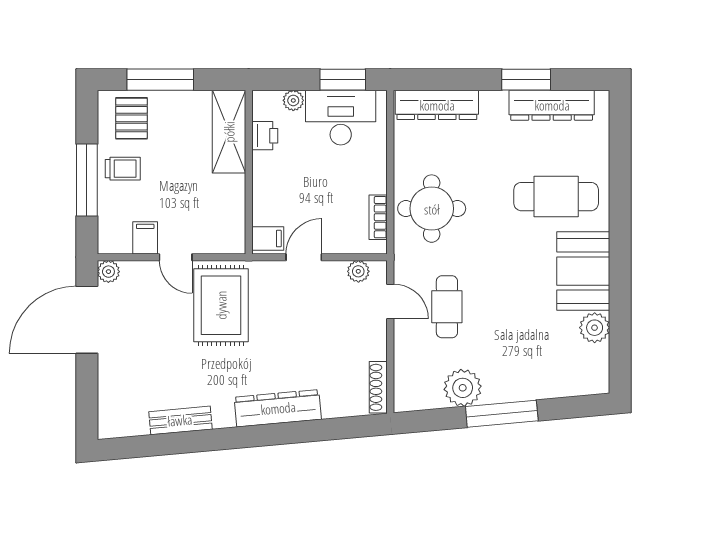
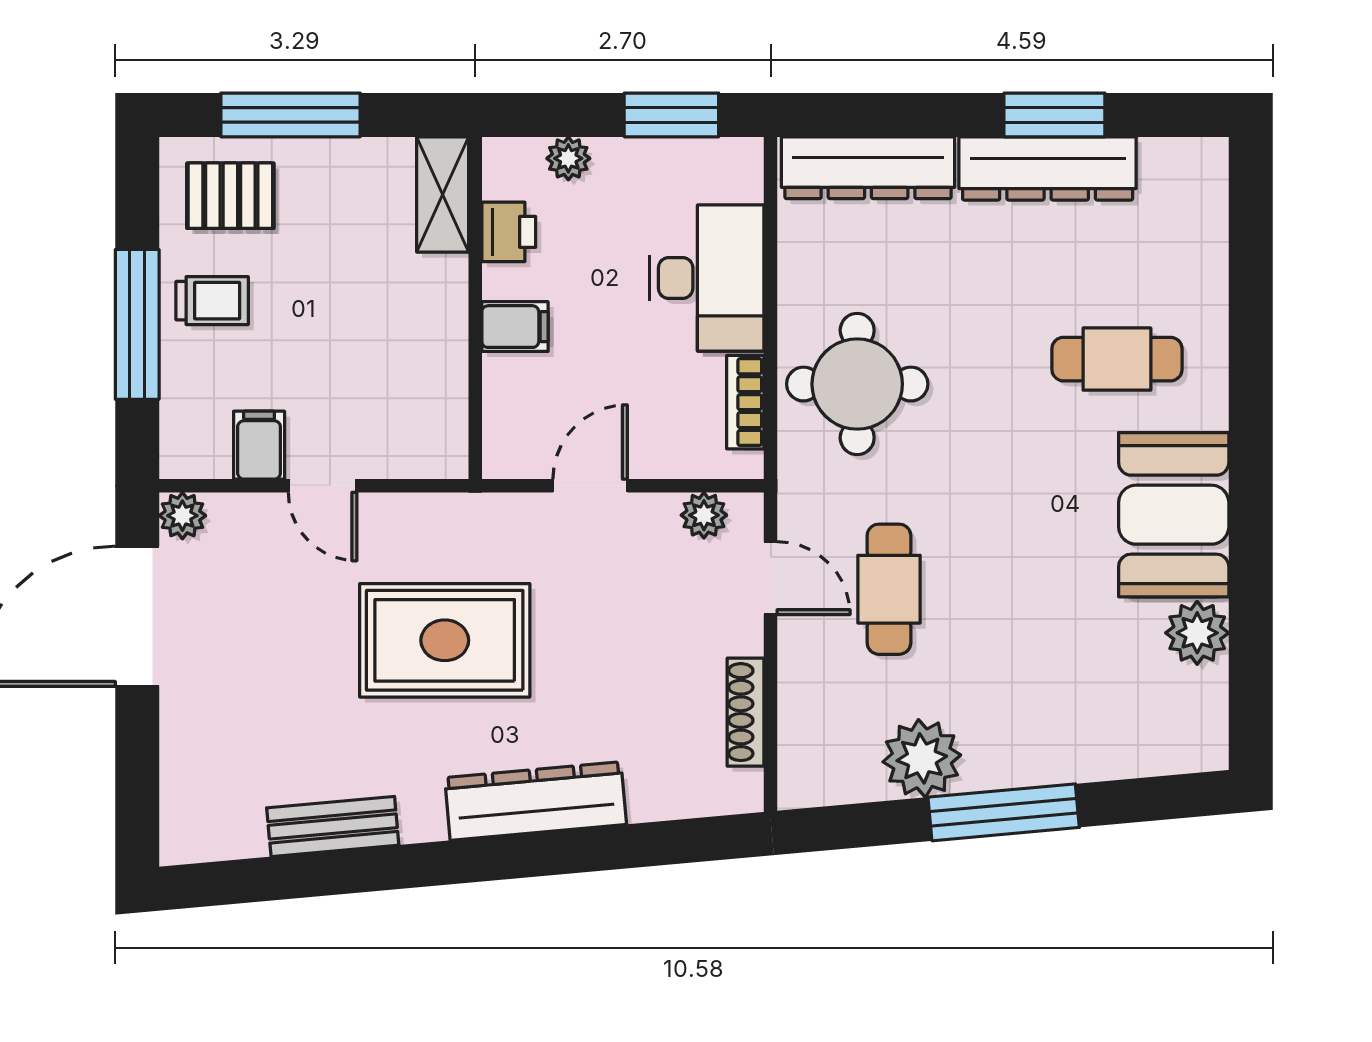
dresser: (552, 105) -> (1048, 168), moved
pallet: (131, 118) -> (230, 196), turned 90
desk: (341, 118) -> (707, 278), moved, turned 90
shelving: (229, 132) -> (443, 195), width x0.67, depth x0.75
cafe table: (556, 197) -> (1117, 359), width x0.73, depth x0.74
filing cabinet: (268, 239) -> (515, 327), moved
rug: (221, 305) -> (445, 640), moved, turned 90
shoe rack: (378, 387) -> (746, 712), moved

